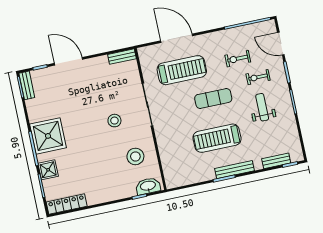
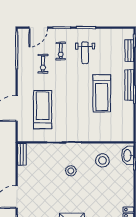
exercise mat: (213, 98) -> (70, 90), removed
weight bench: (262, 107) -> (85, 53), turned -90

